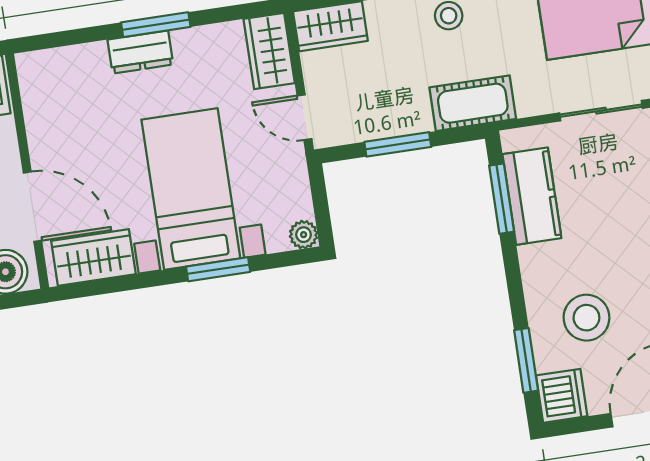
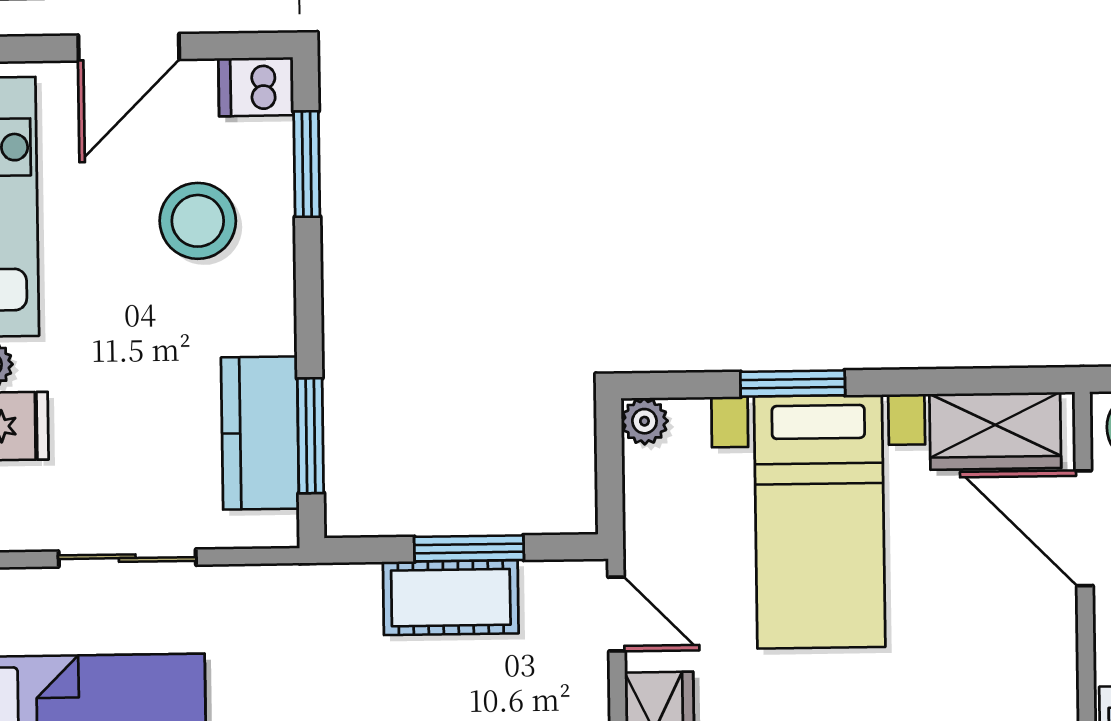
cot: (473, 103) -> (451, 598), moved
dishwasher: (562, 396) -> (256, 87), width x0.73

